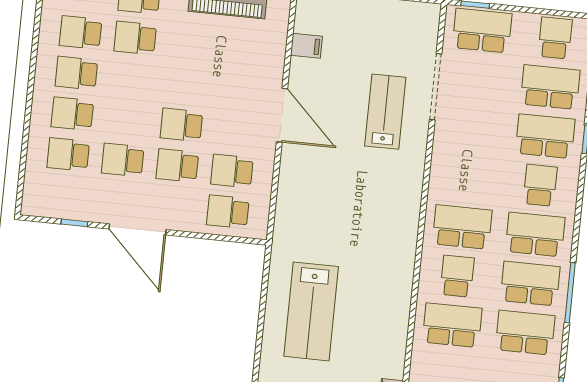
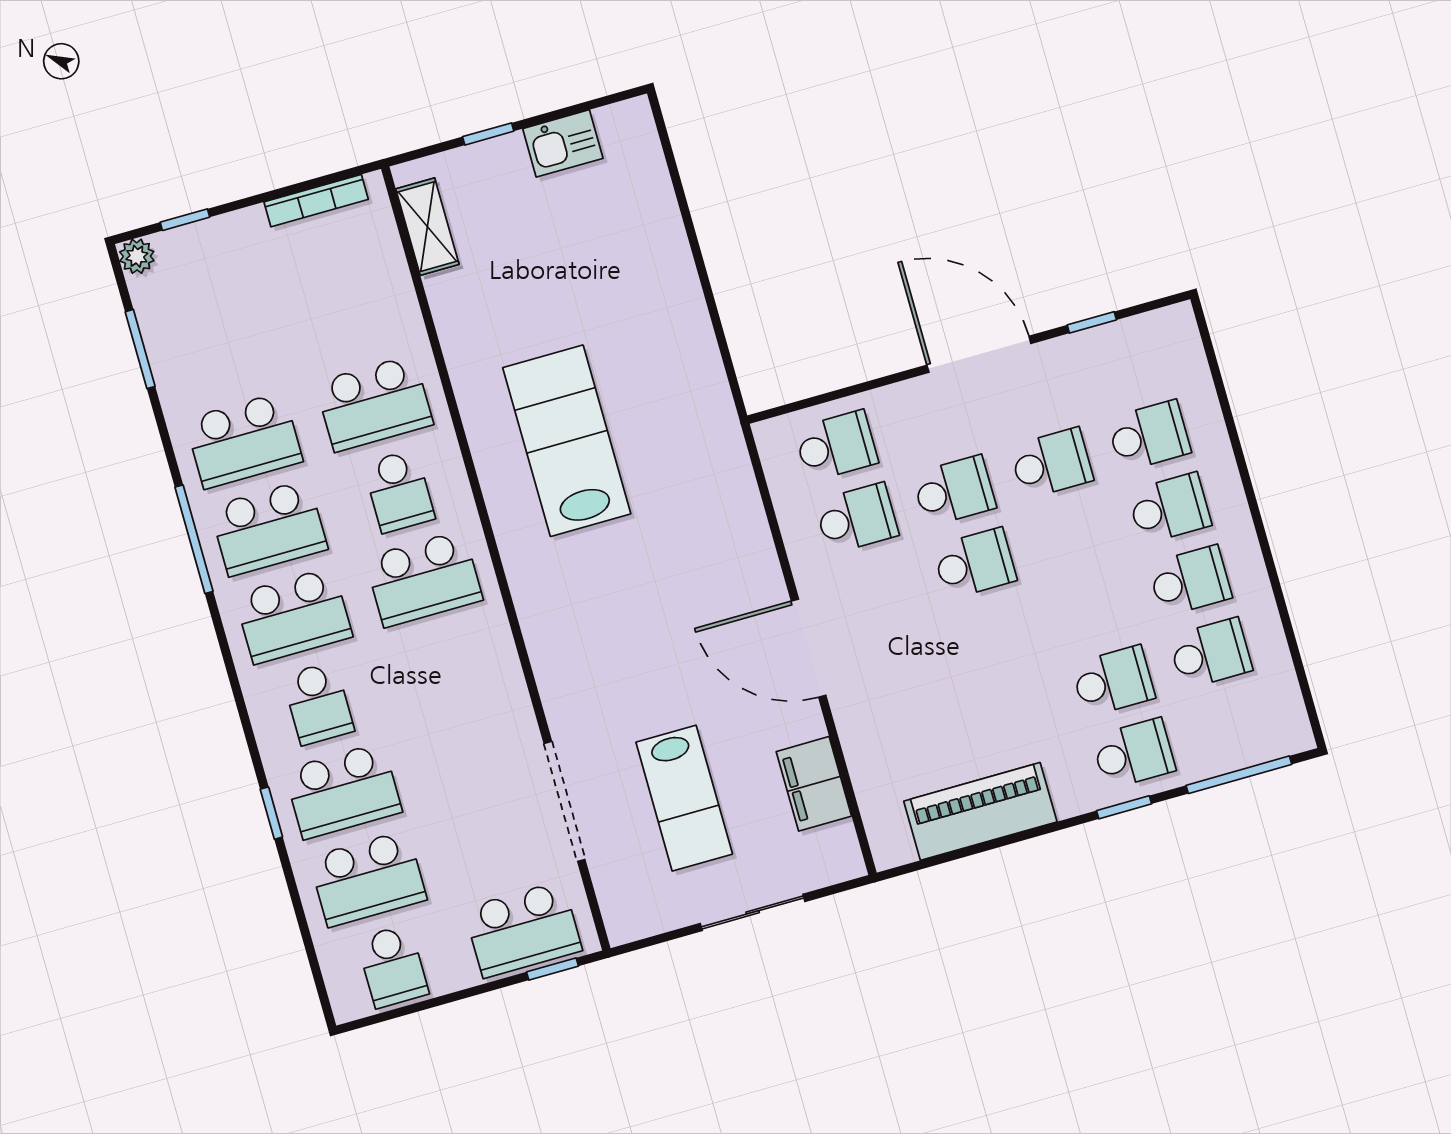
filing cabinet: (306, 46) -> (814, 784), width x2.00
lab bench: (385, 112) -> (684, 798), moved
lab bench: (311, 311) -> (567, 441), moved

